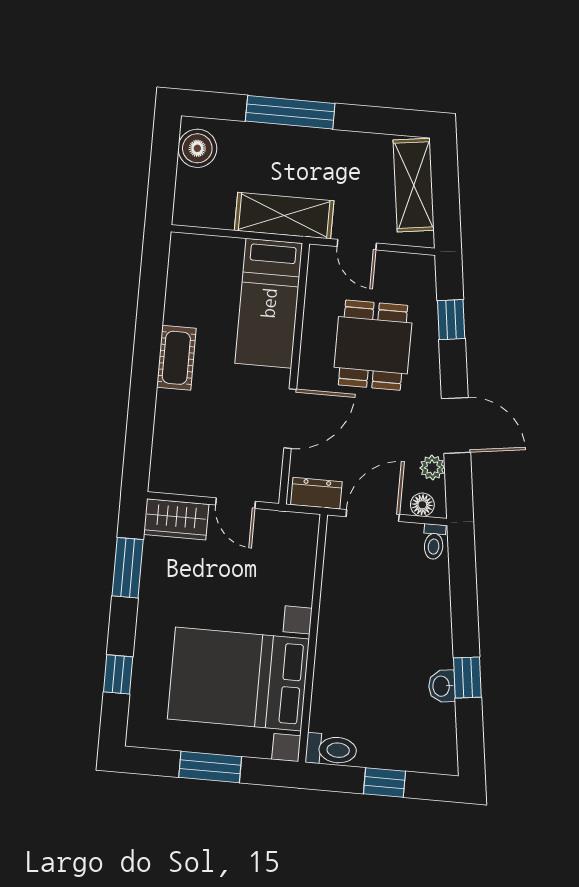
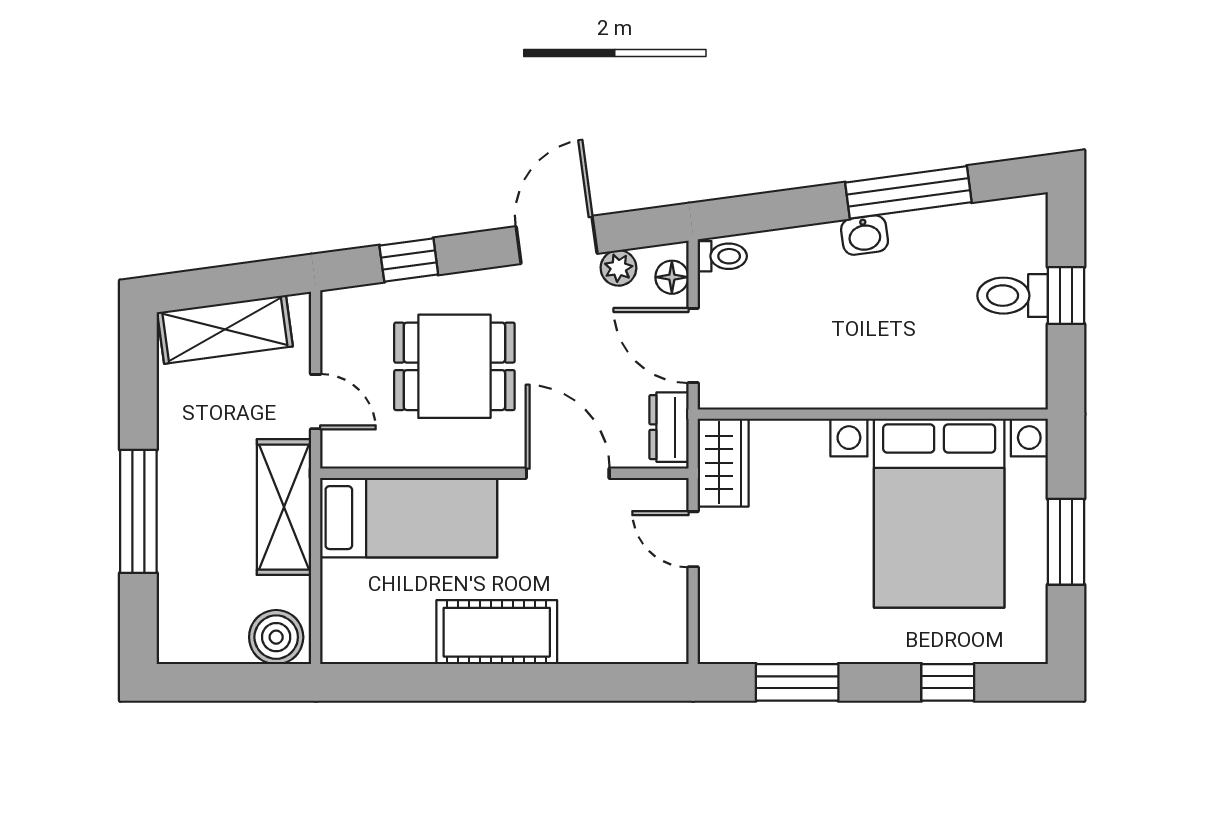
boiler: (197, 148) -> (276, 637), moved
door: (357, 245) -> (316, 402), hinge flipped
cot: (176, 358) -> (497, 632), width x1.37, depth x1.34
door: (235, 503) -> (693, 539), swing flipped
wardrobe: (176, 519) -> (723, 463), moved
window: (467, 678) -> (908, 192), width x2.17
washbasin: (442, 686) -> (865, 235), moved
toilet: (331, 750) -> (1013, 296), moved, turned -90

